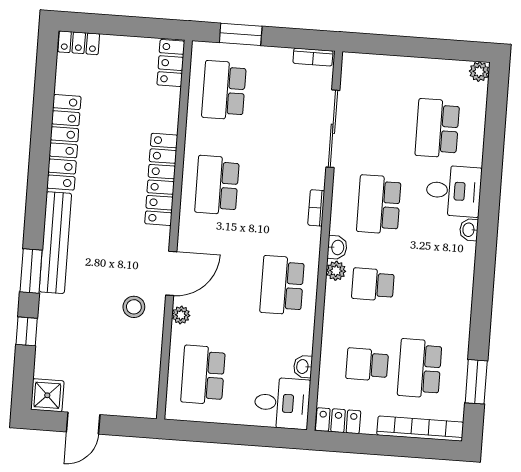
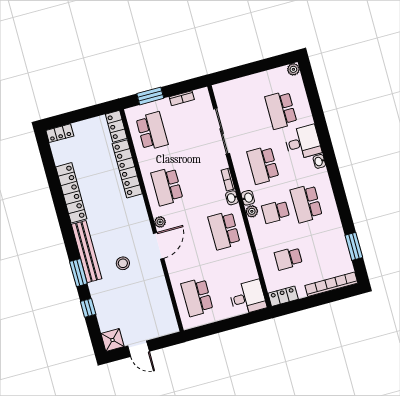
bookcase: (313, 57) -> (182, 98), moved
school desk: (224, 90) -> (152, 131), turned 180
locker: (161, 179) -> (127, 169), moved
stool: (134, 307) -> (123, 263), moved
plant: (181, 315) -> (160, 222), moved
washbasin: (303, 367) -> (232, 198), moved
school desk: (420, 368) -> (306, 203), moved
door: (83, 423) -> (139, 349), hinge flipped

